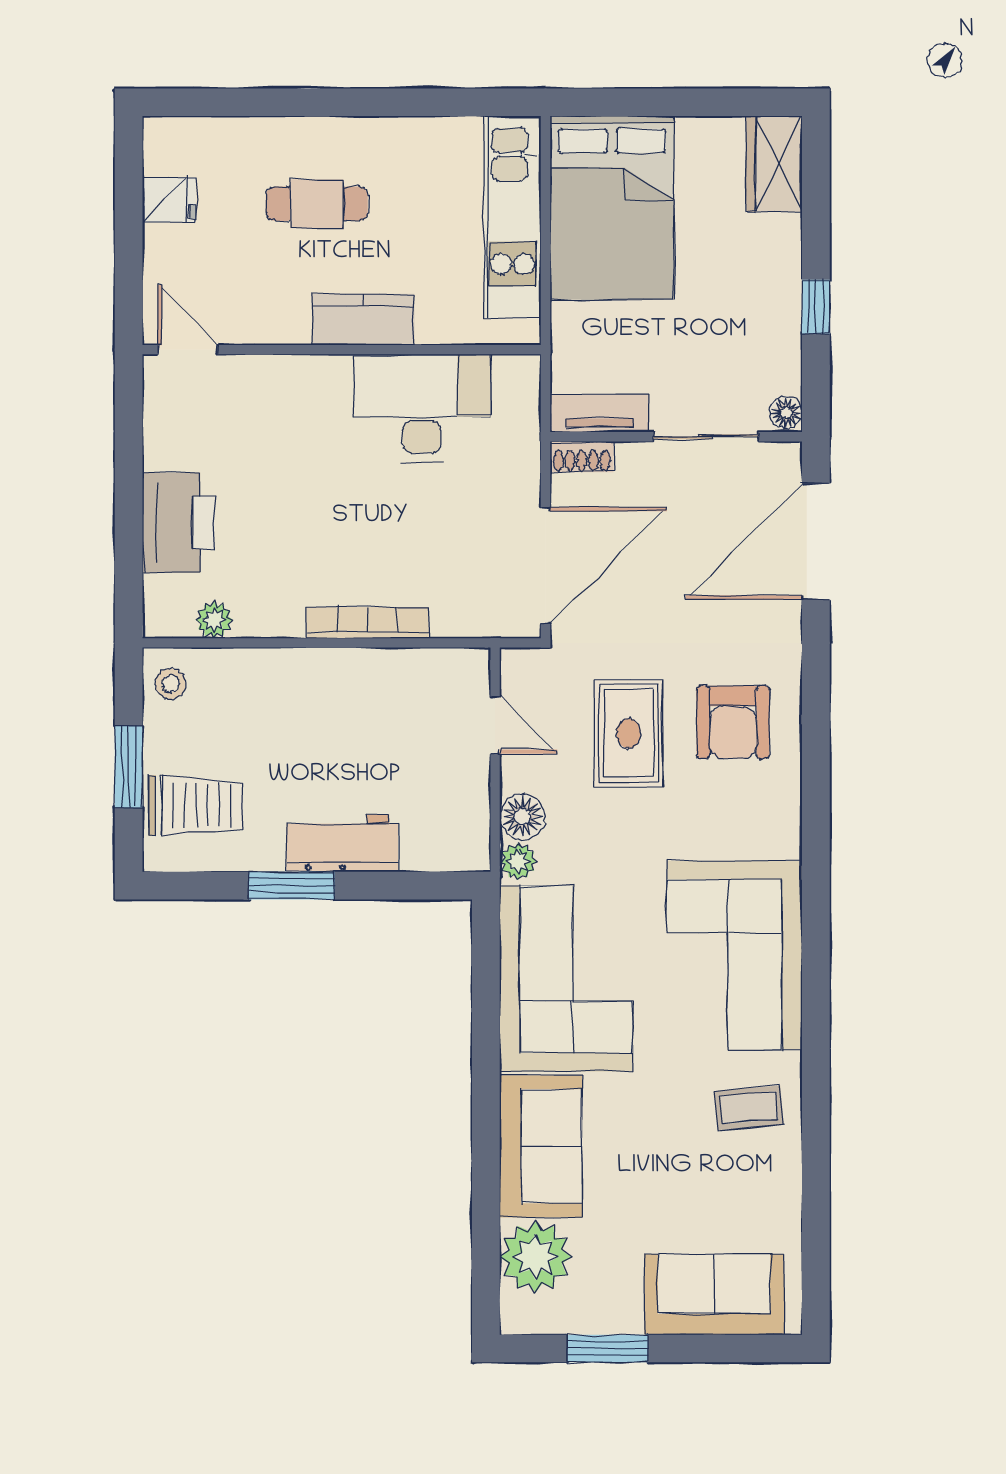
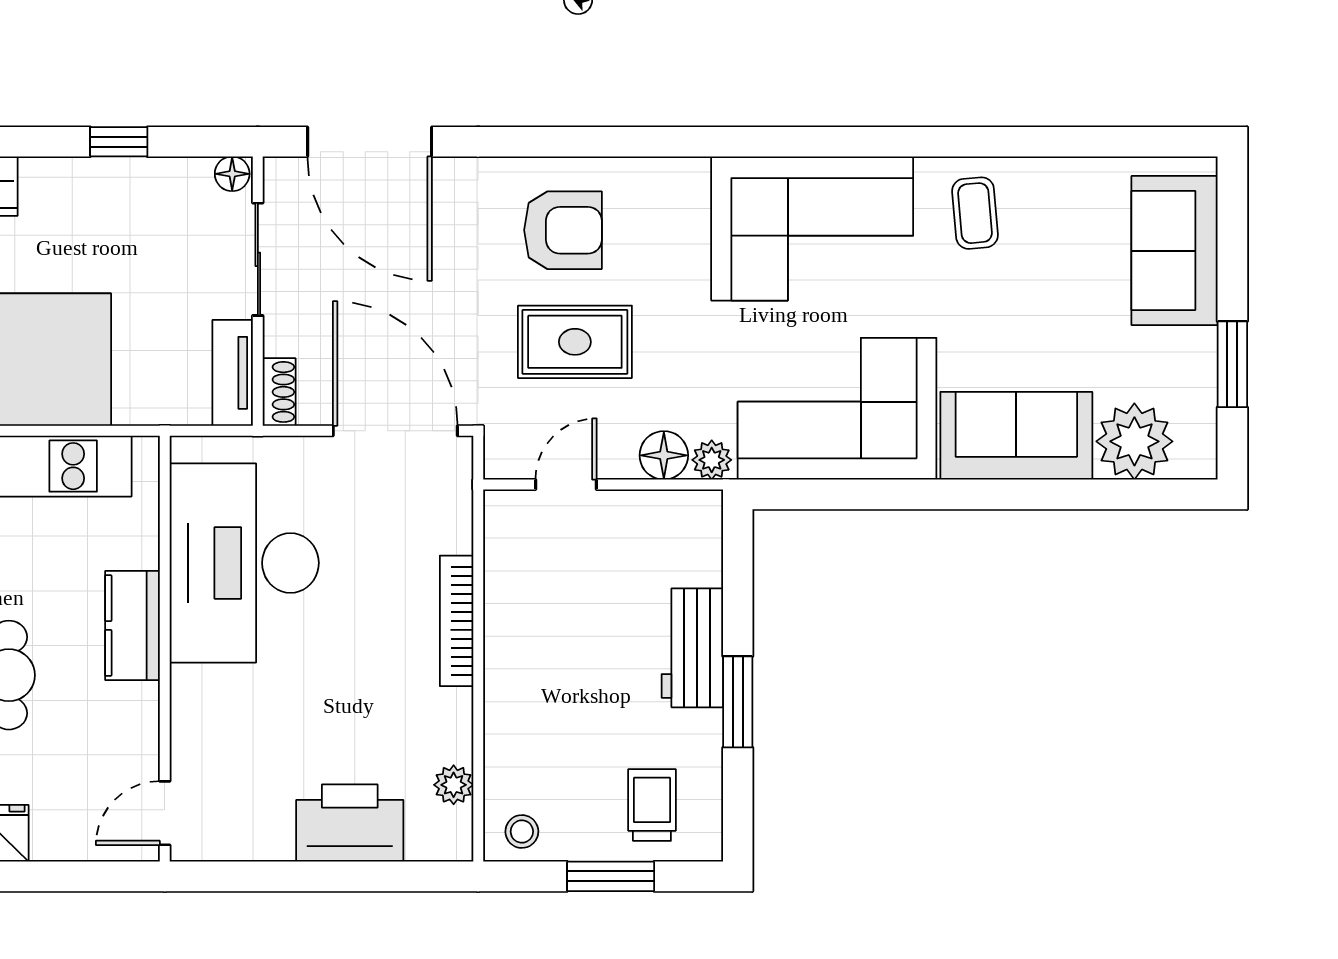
desk: (422, 408) -> (244, 563), width x1.36, depth x1.30
trolley: (195, 806) -> (652, 805), width x0.73, depth x0.72

